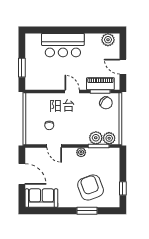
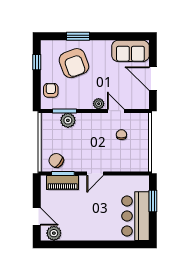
bar counter: (63, 45) -> (135, 216), moved, turned -90
door: (123, 67) -> (37, 217), moved
door: (72, 92) -> (95, 174), hinge flipped
plant: (109, 138) -> (52, 120), removed
plant: (81, 152) -> (99, 104), moved
armchair: (111, 164) -> (51, 90), added

